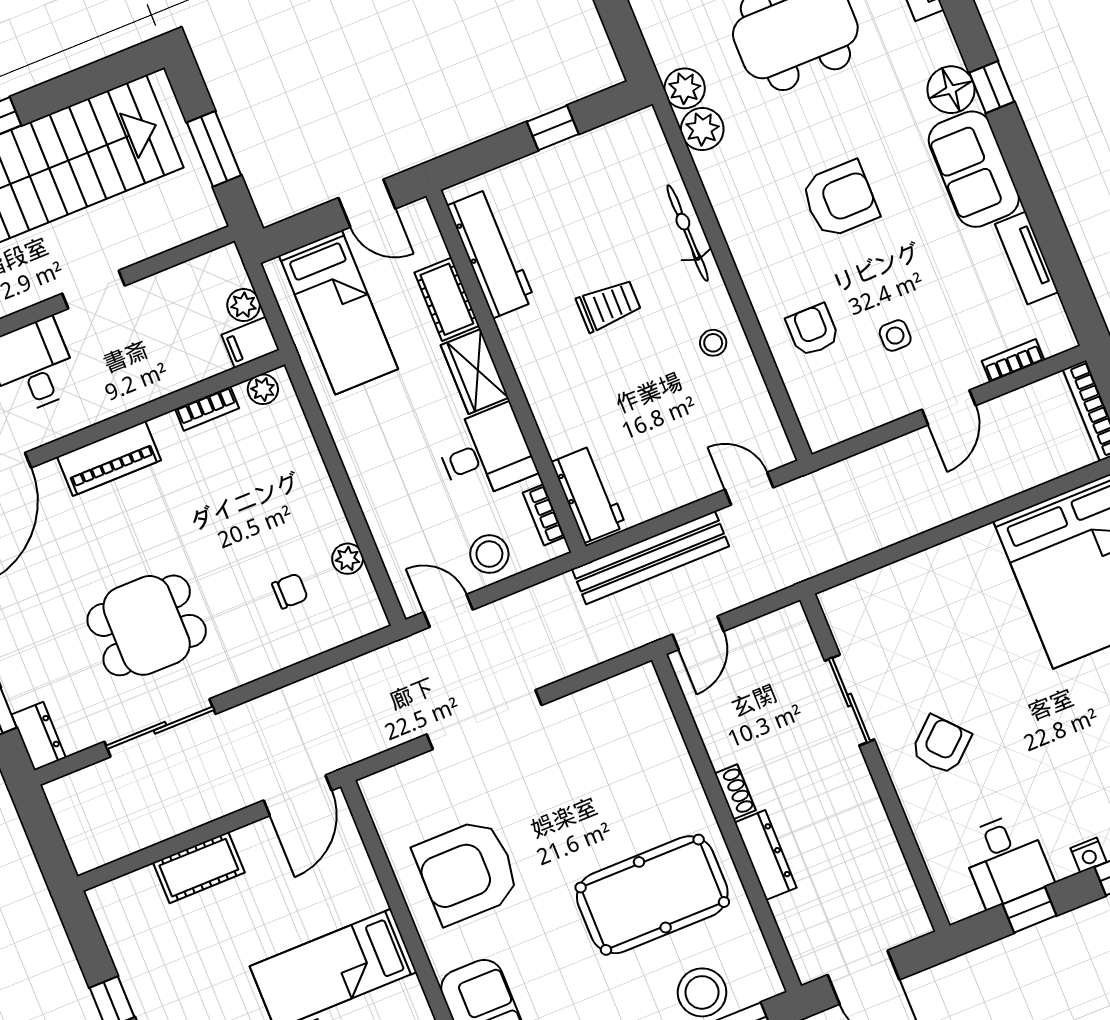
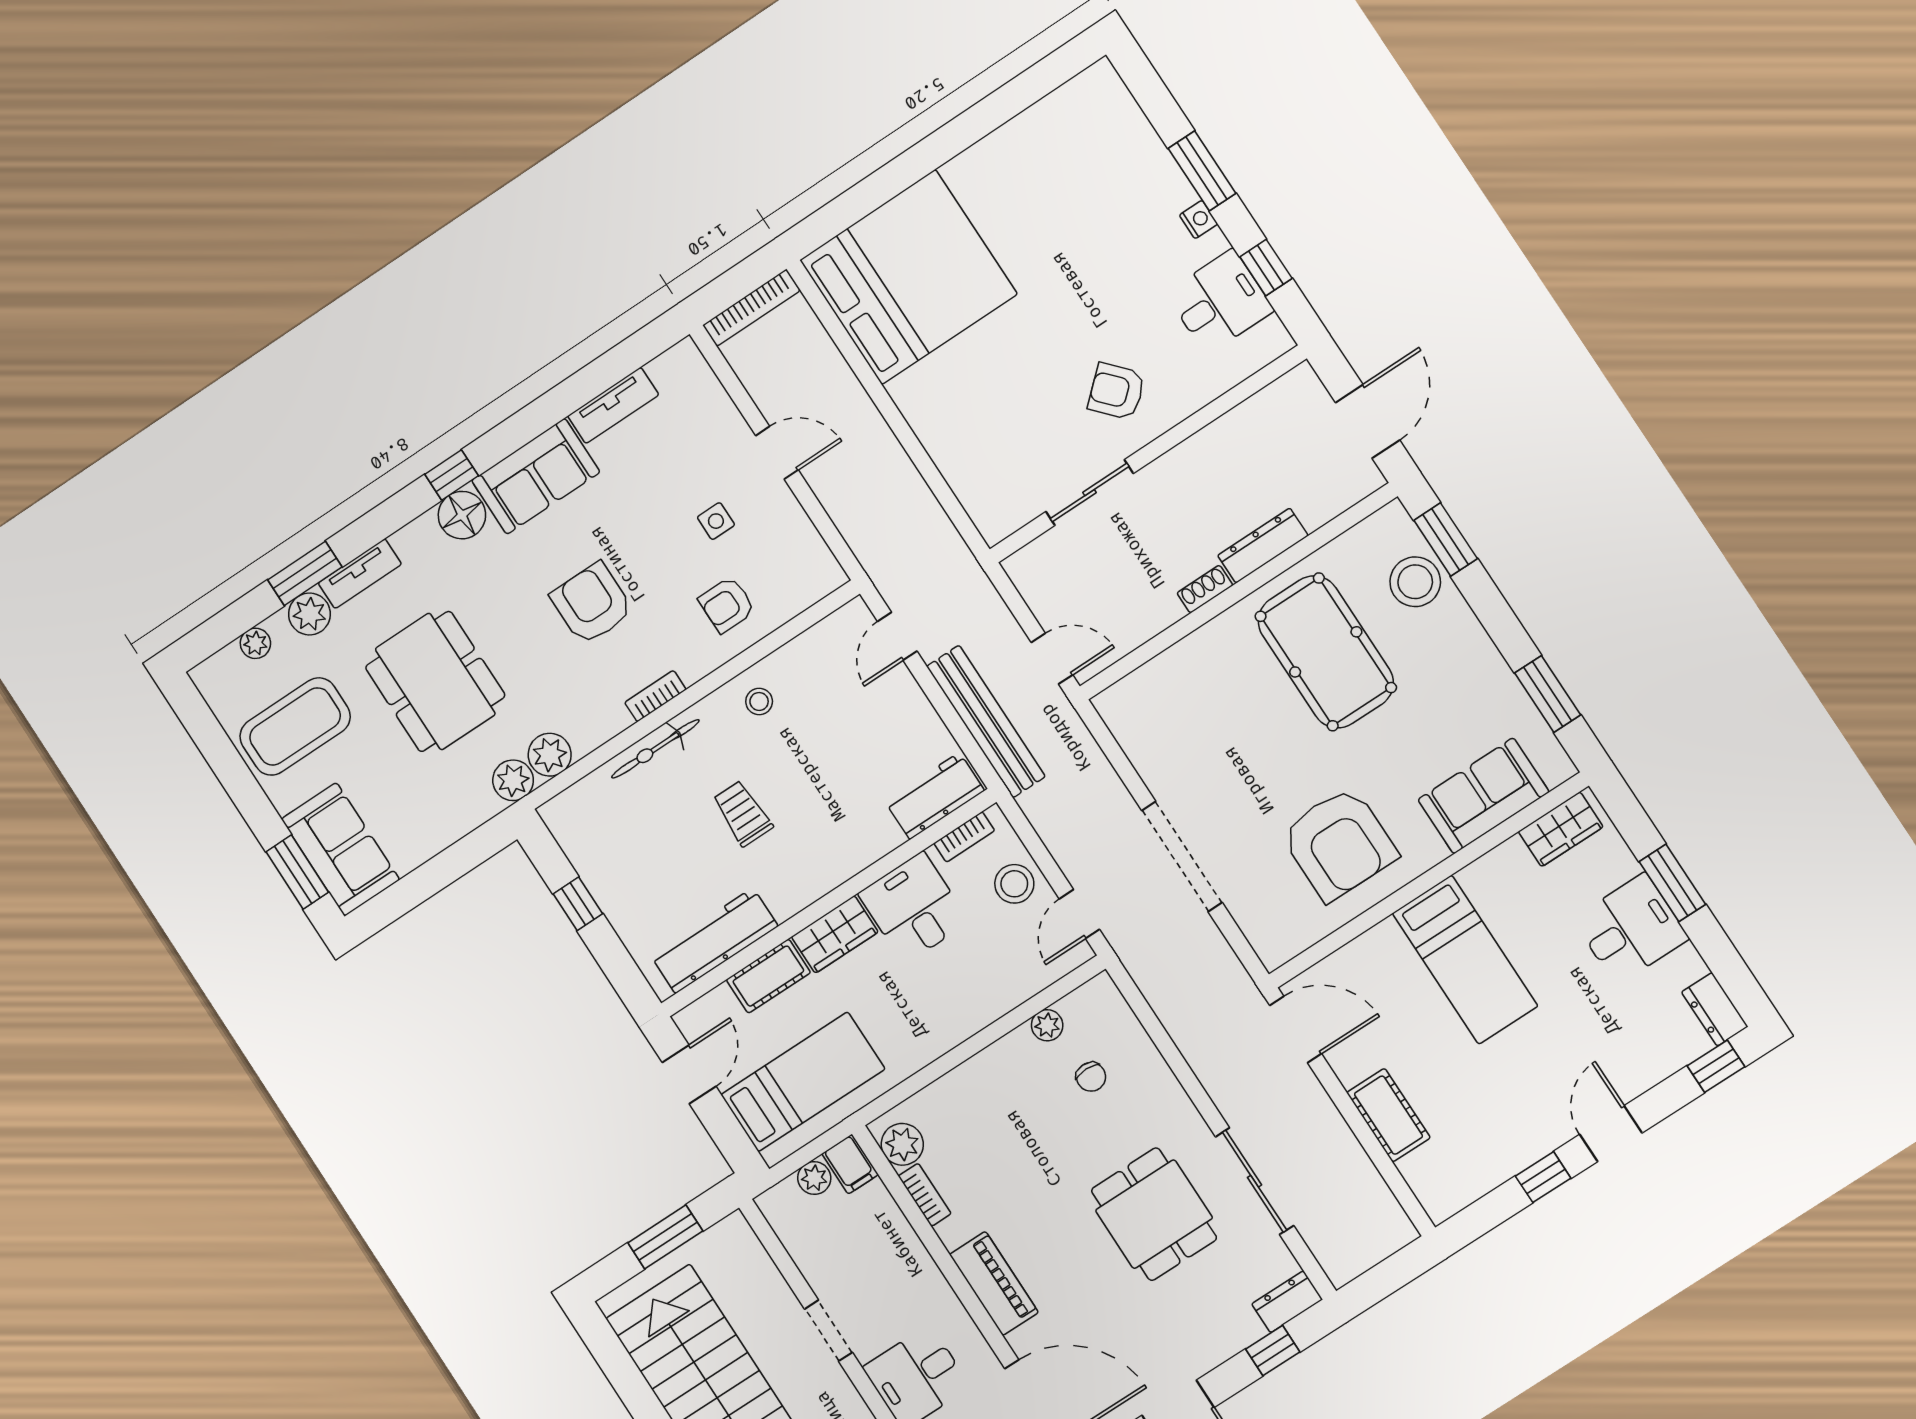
bookcase: (1013, 361) -> (655, 696), moved, turned 90
plant: (263, 389) -> (902, 1144), width x1.38, depth x1.38
chair: (290, 591) -> (1091, 1077), turned 180

